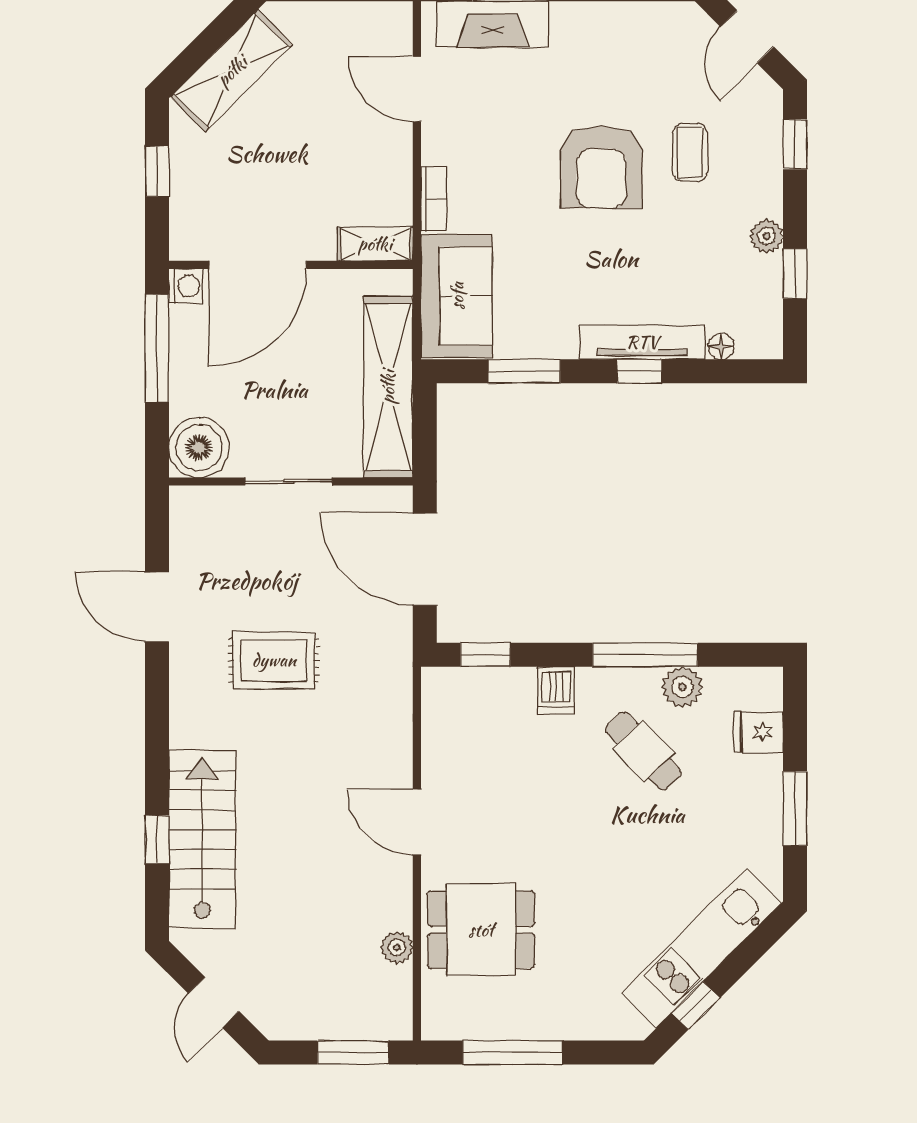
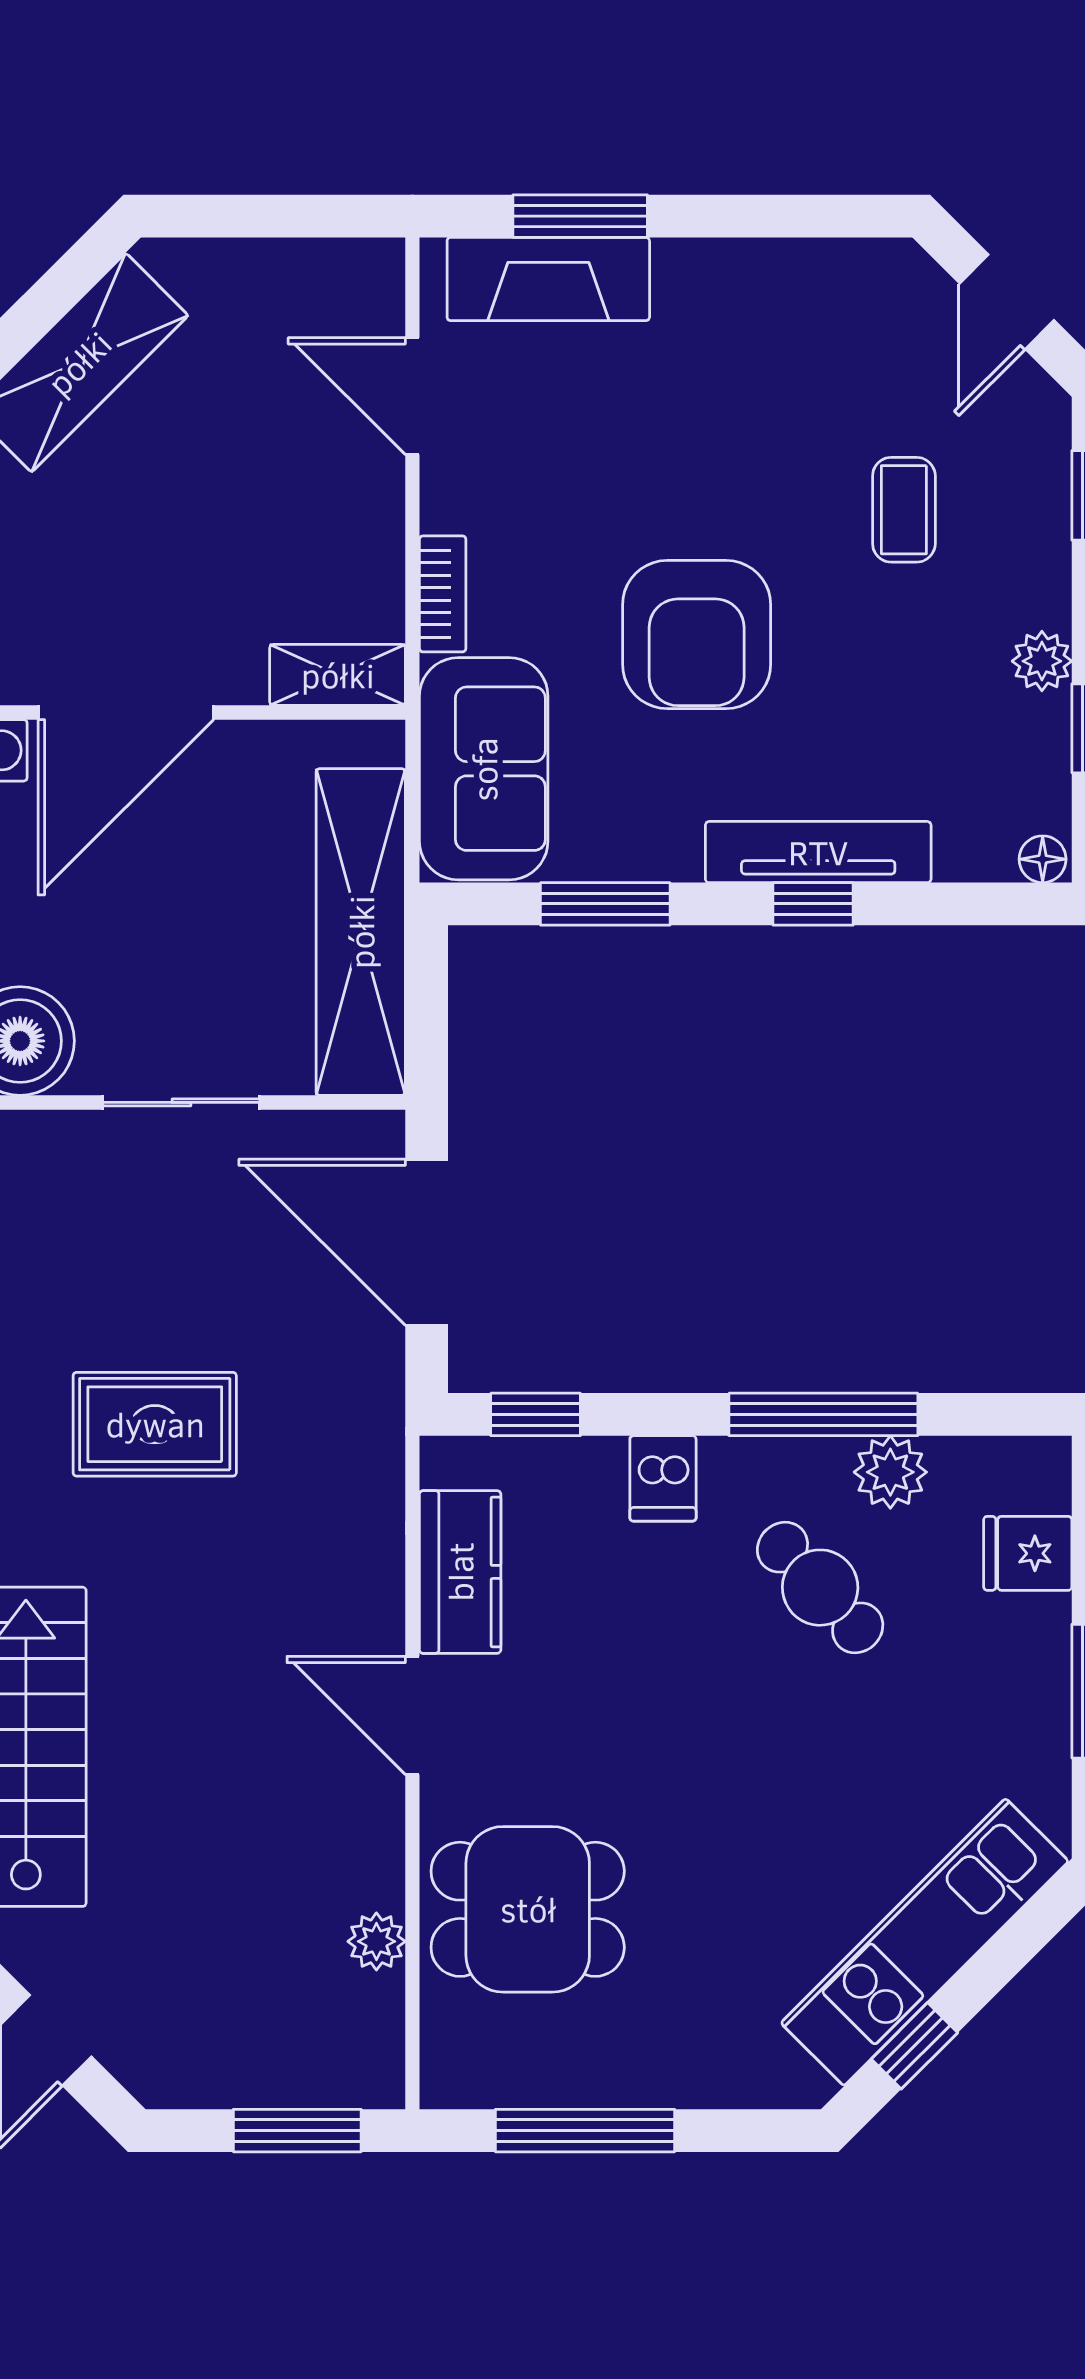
armchair: (601, 167) -> (697, 634), moved
floor lamp: (721, 346) -> (1043, 859), moved
kitchen counter: (443, 742) -> (460, 1572), added

